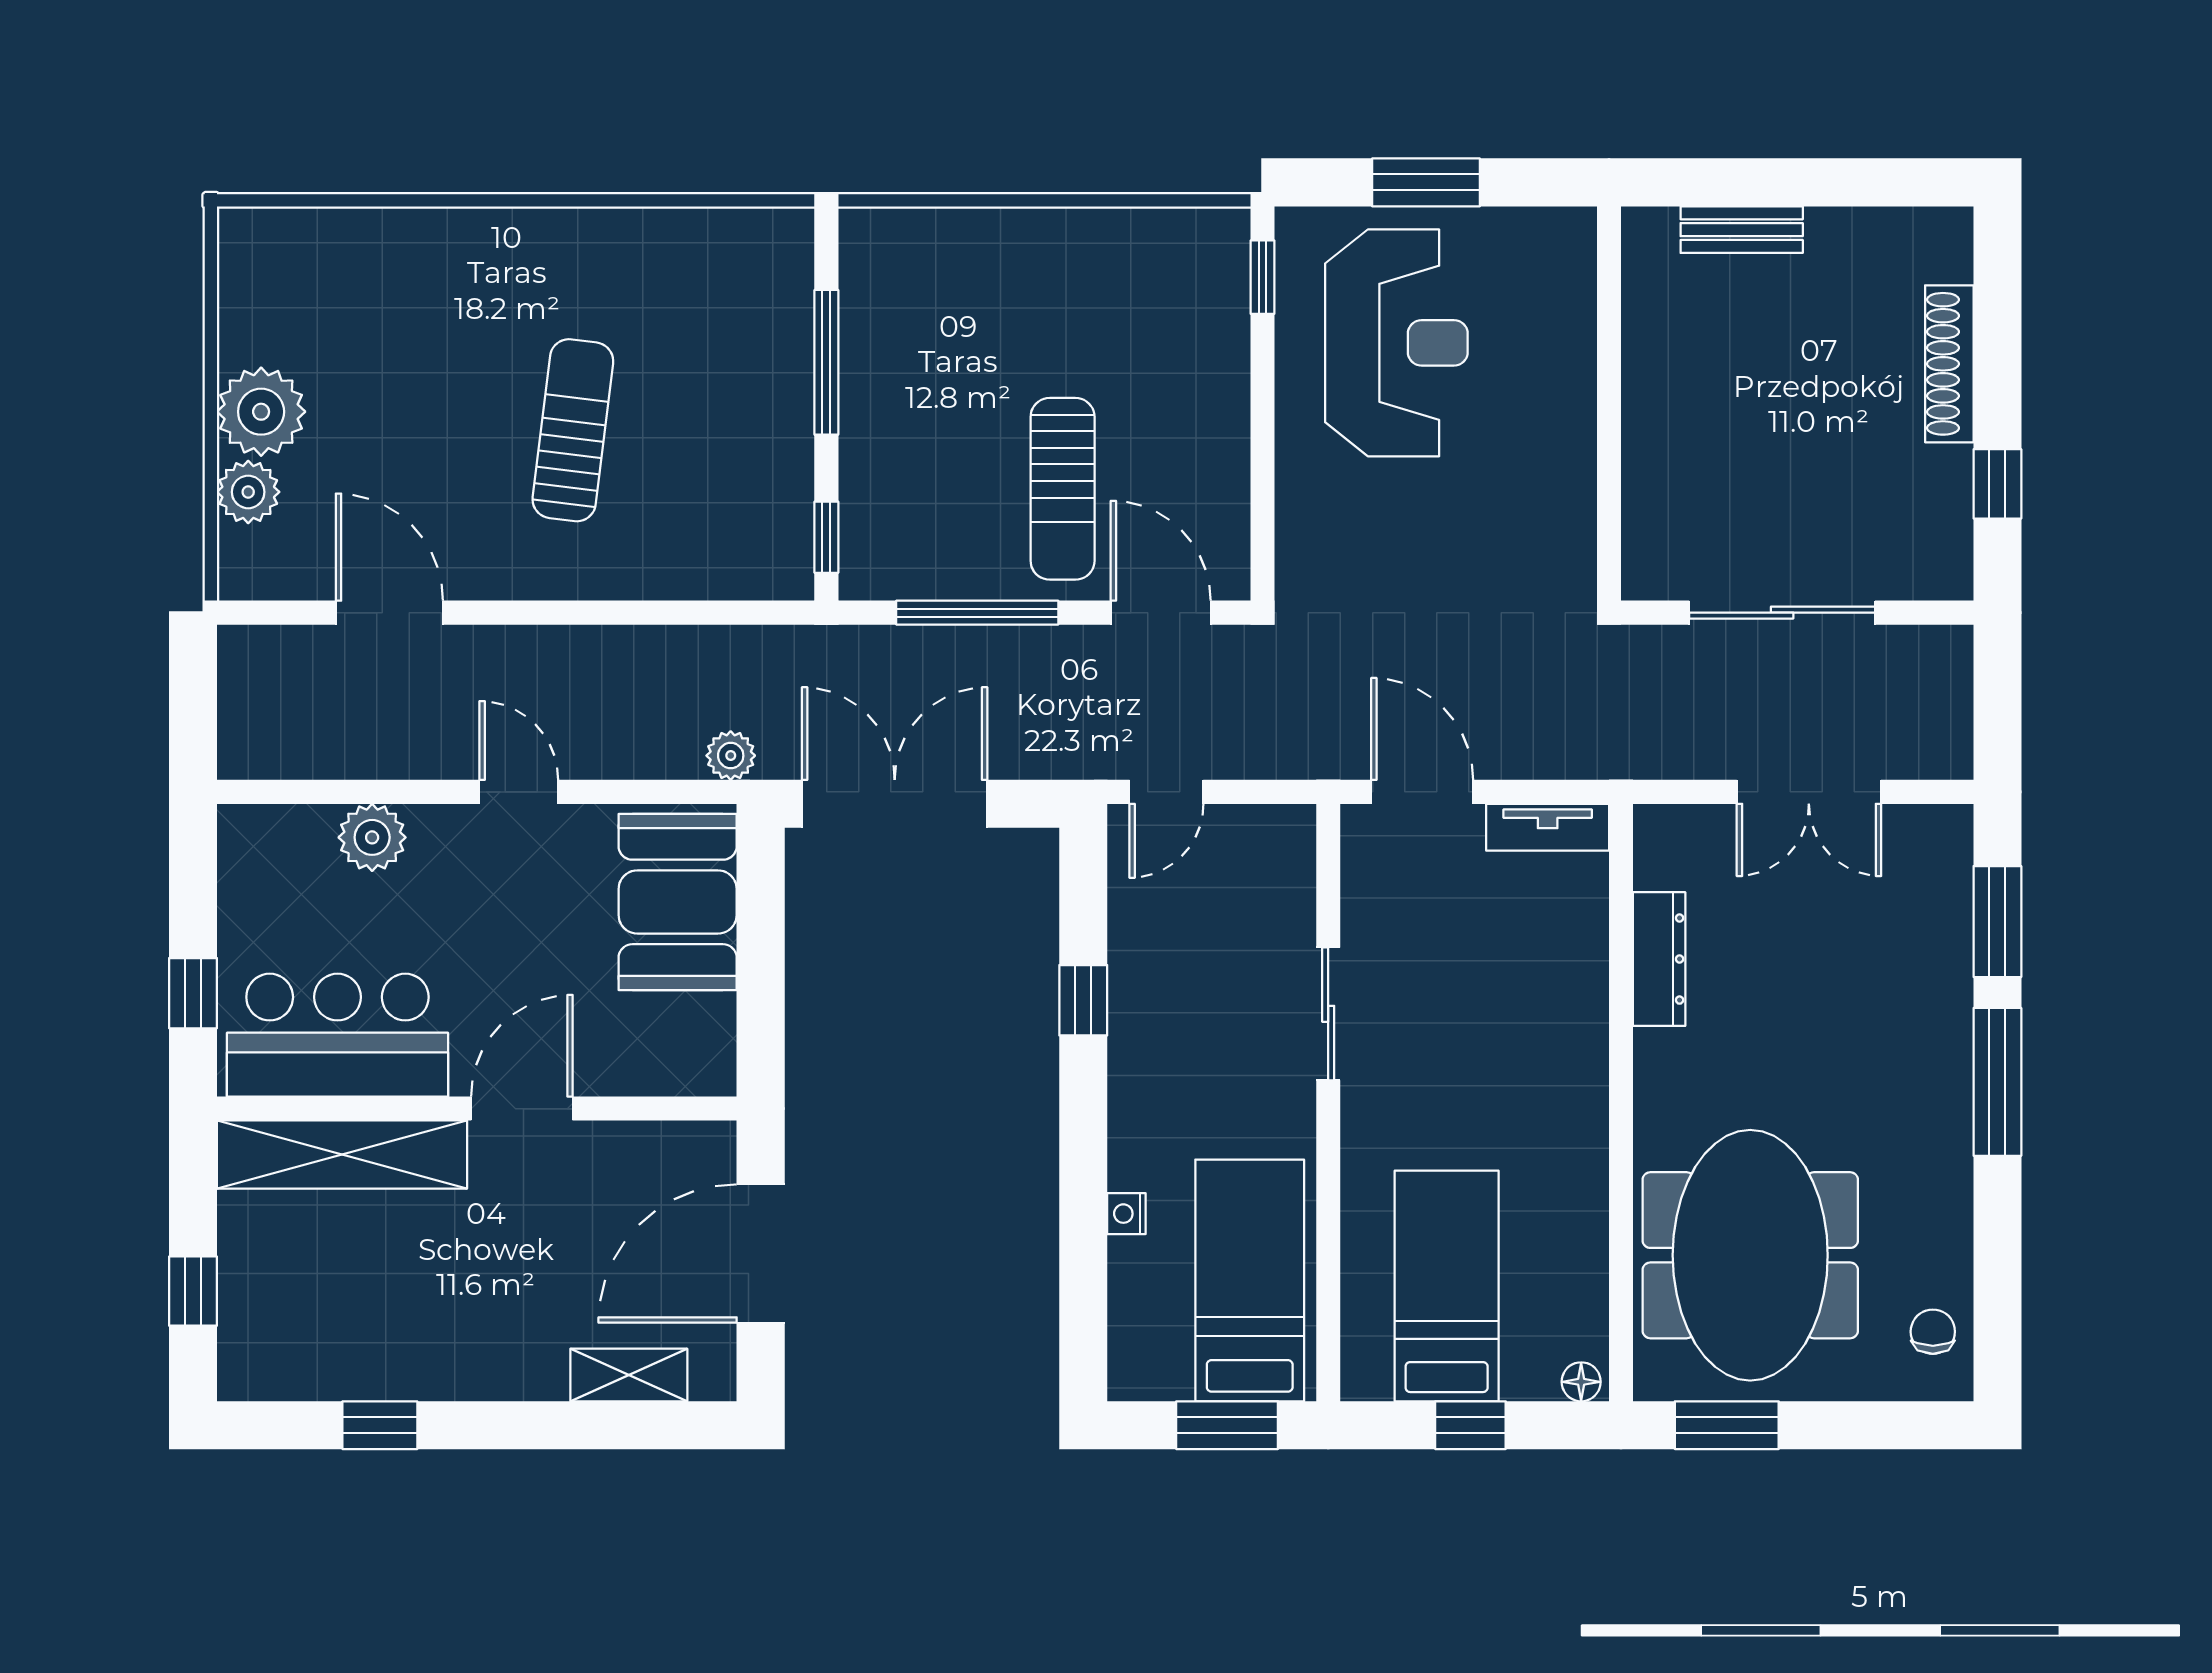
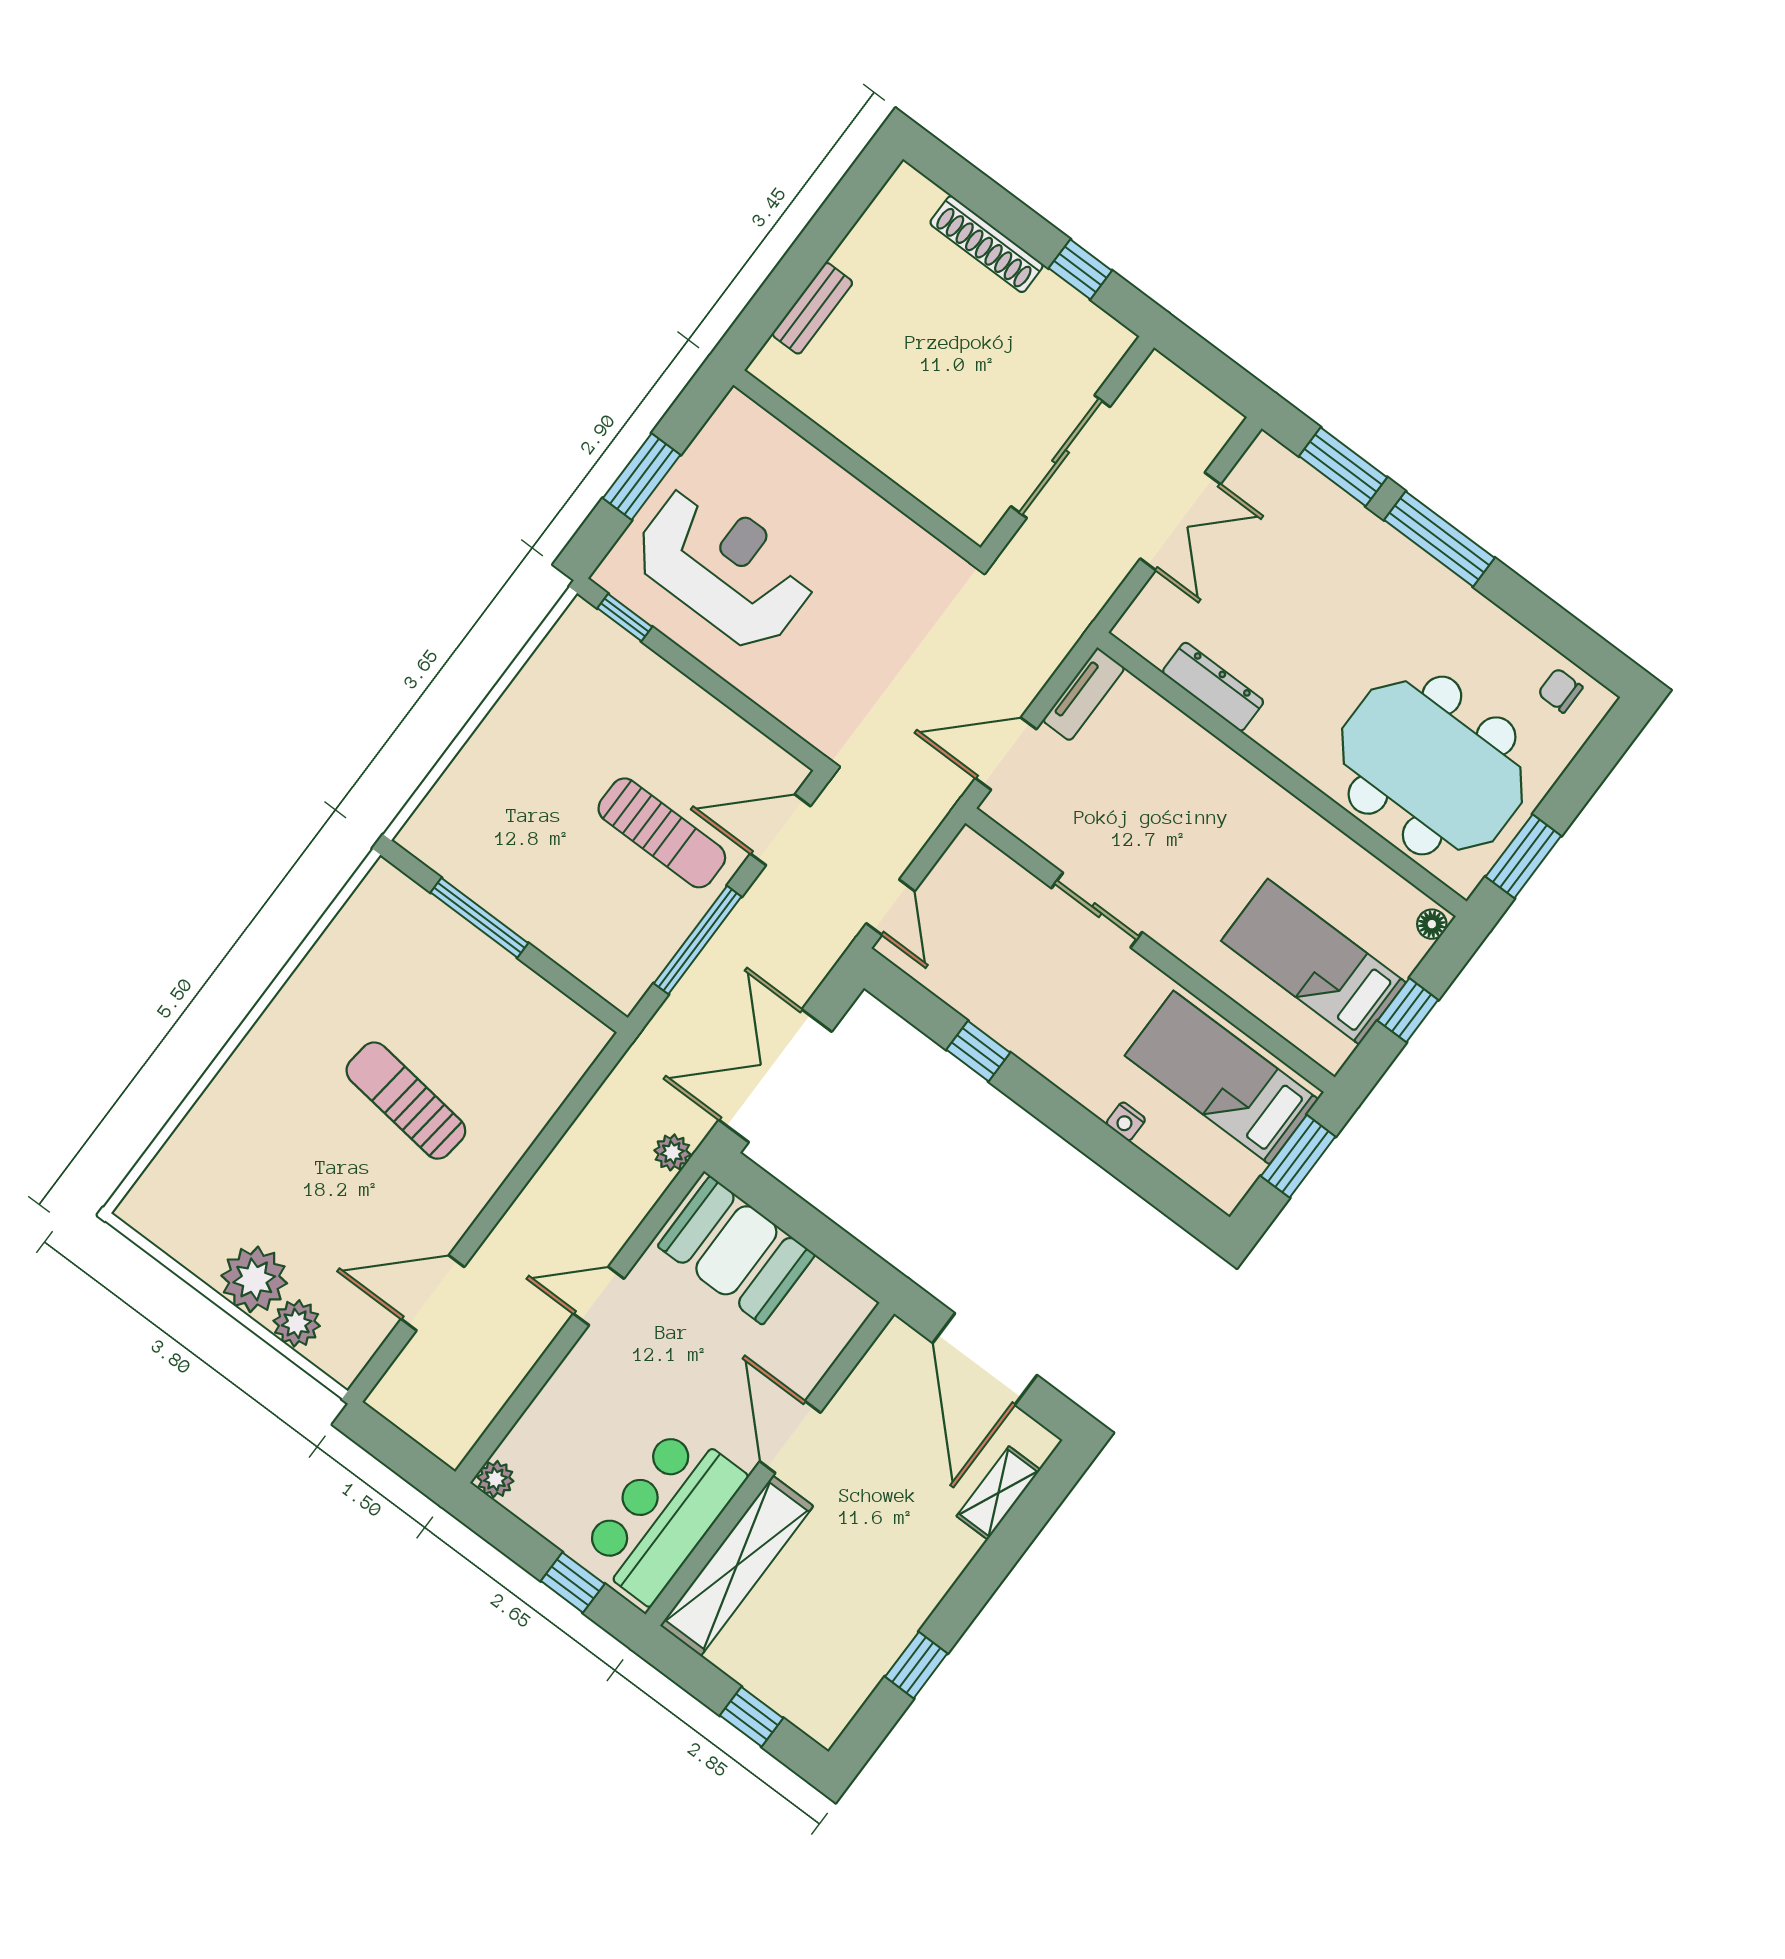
window: (826, 537) -> (584, 997), removed
plant: (372, 837) -> (495, 1479), moved, width x0.73, depth x0.73

